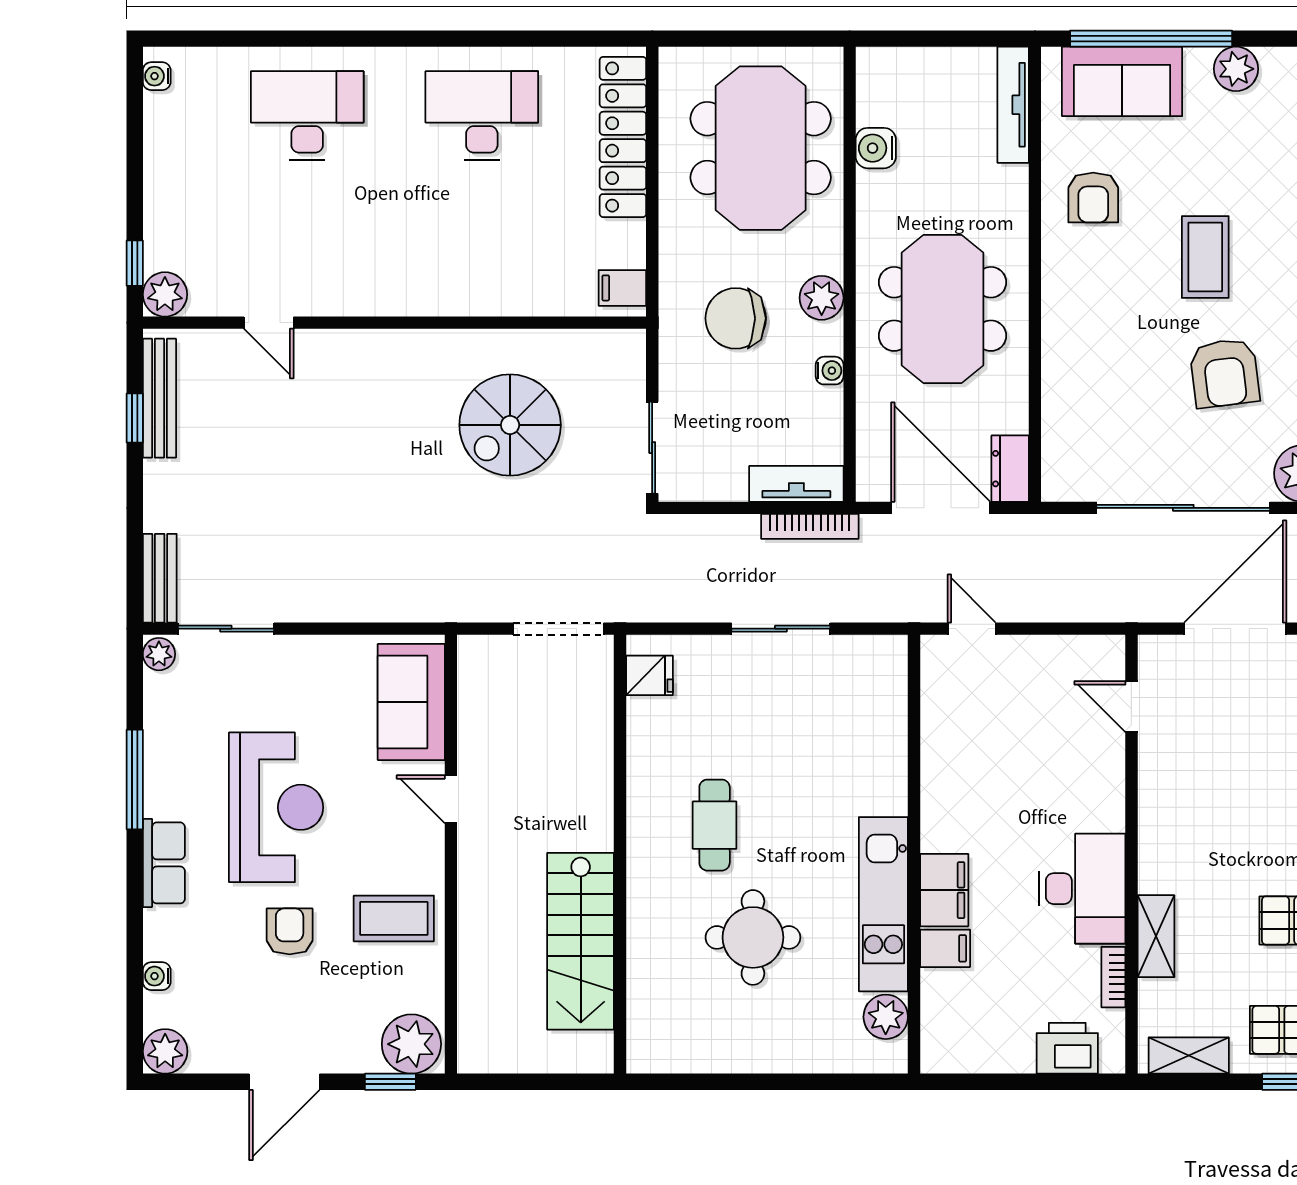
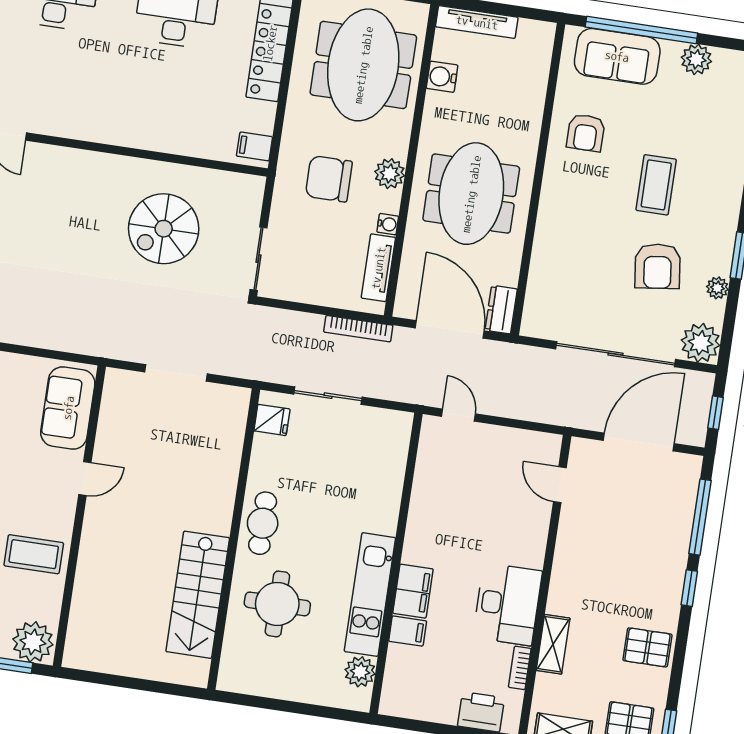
tv unit: (1013, 105) -> (477, 22), moved, turned -90
tv unit: (796, 484) -> (378, 268), moved, turned -90
fridge: (650, 675) -> (272, 420), moved
door: (451, 799) -> (85, 479), swing flipped
wall: (620, 854) -> (234, 539), moved
stairs: (581, 941) -> (198, 595), moved

